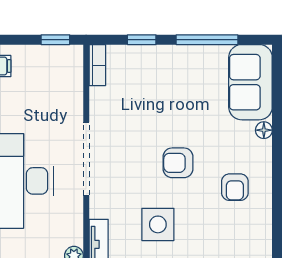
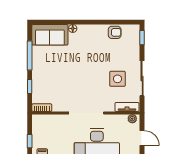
window: (55, 40) -> (30, 141), moved
armchair: (178, 163) -> (88, 69), removed
armchair: (235, 187) -> (115, 32), moved

